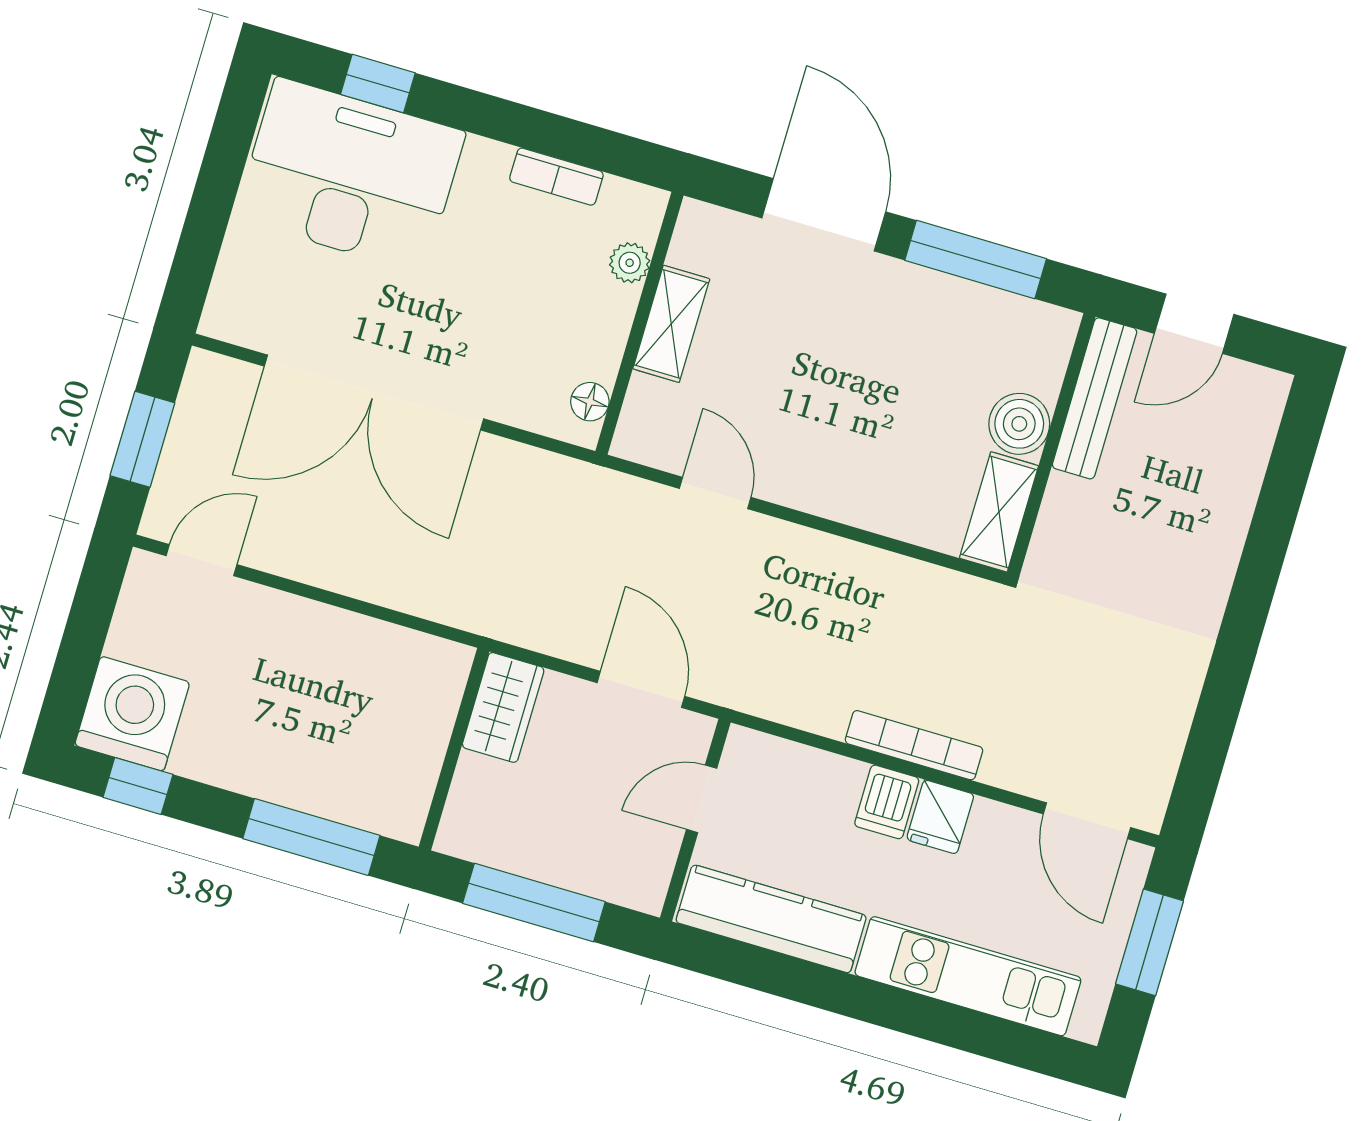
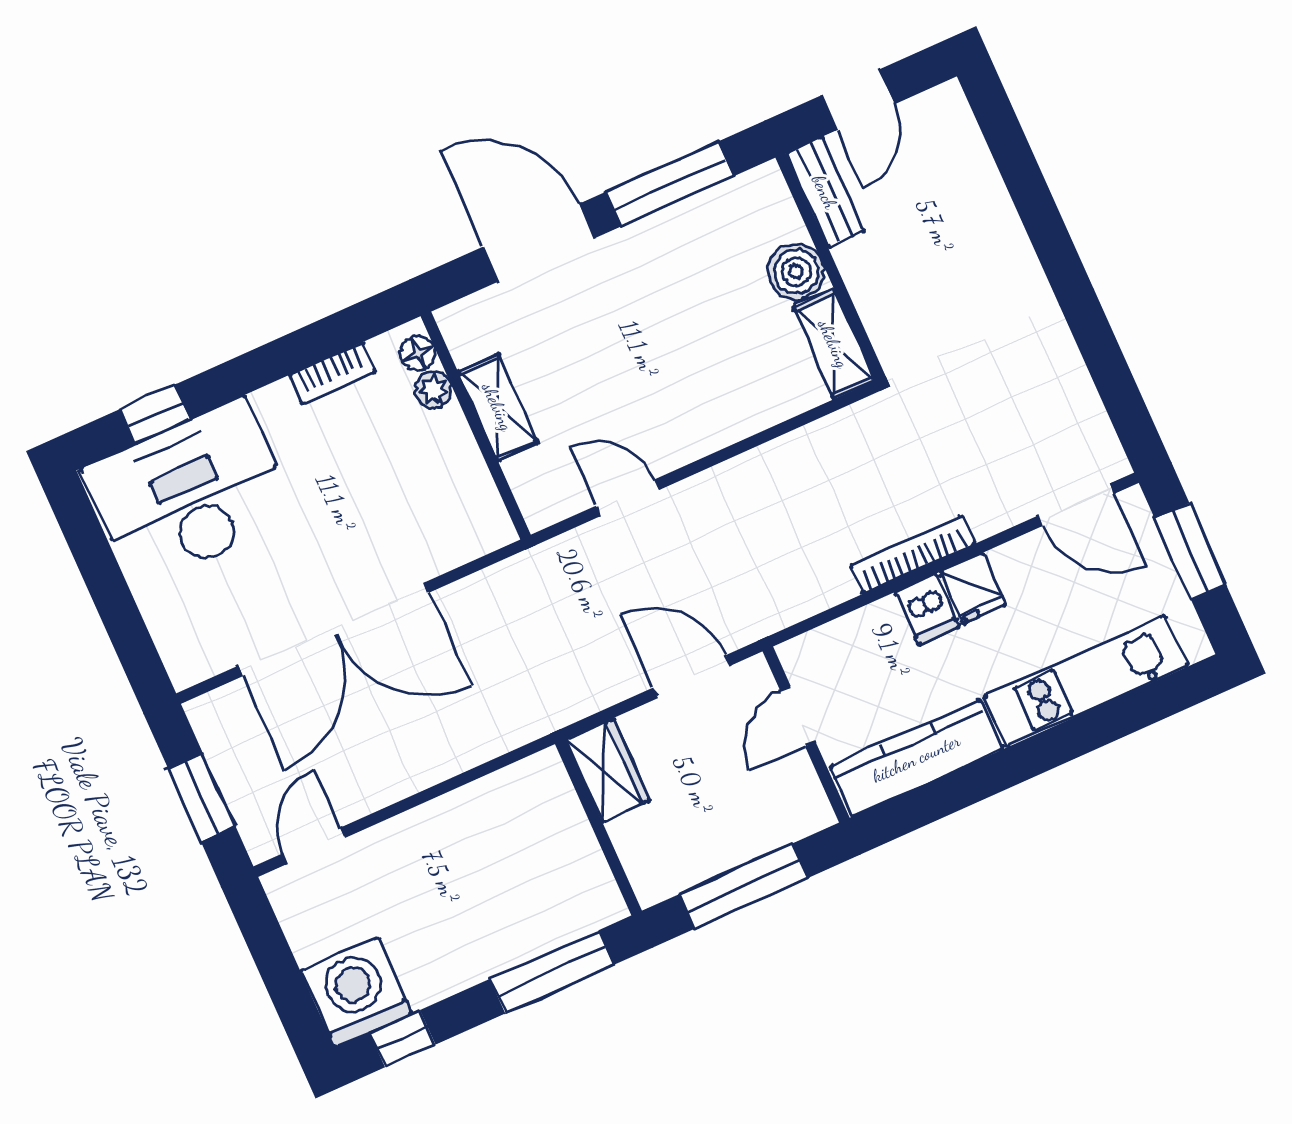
bench: (1095, 398) -> (825, 192), width x0.73
floor lamp: (590, 402) -> (418, 353), moved

